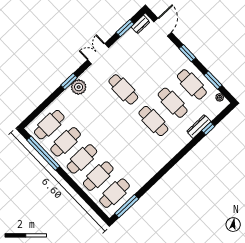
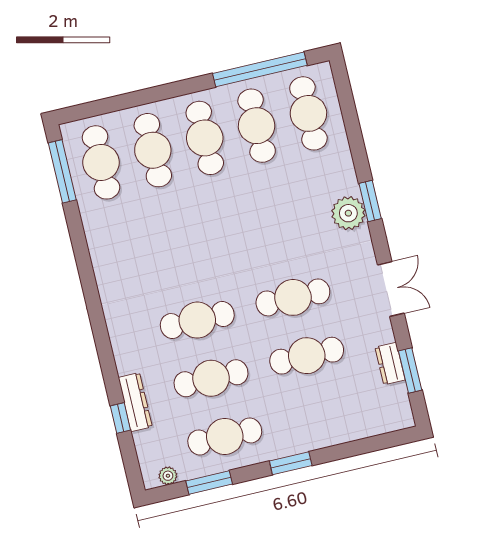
dresser: (140, 24) -> (390, 364), moved
door: (163, 27) -> (369, 445), removed
cafe table: (143, 71) -> (307, 356), added

